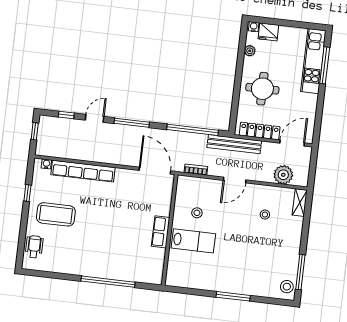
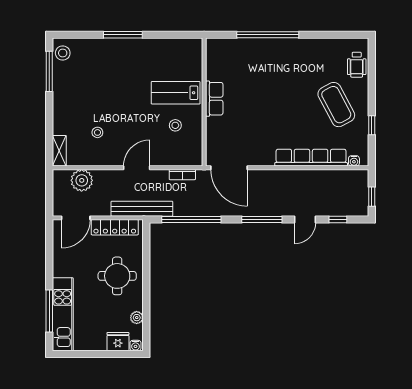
coffee table: (56, 214) -> (336, 105), turned 62

